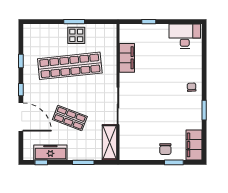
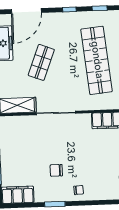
door: (21, 117) -> (26, 11), moved
chair: (165, 149) -> (56, 170), moved

